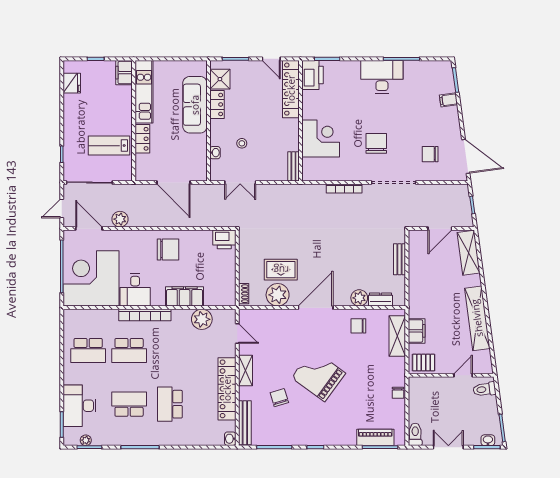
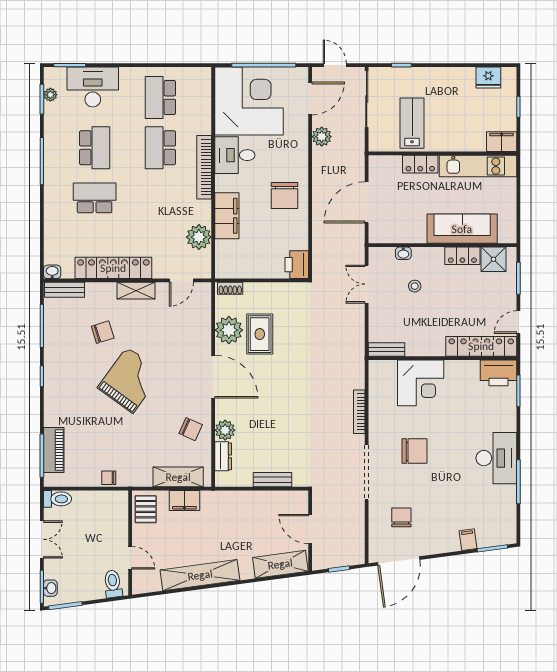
chair: (358, 326) -> (191, 429), turned 114
bench: (245, 423) -> (65, 290), width x0.73

